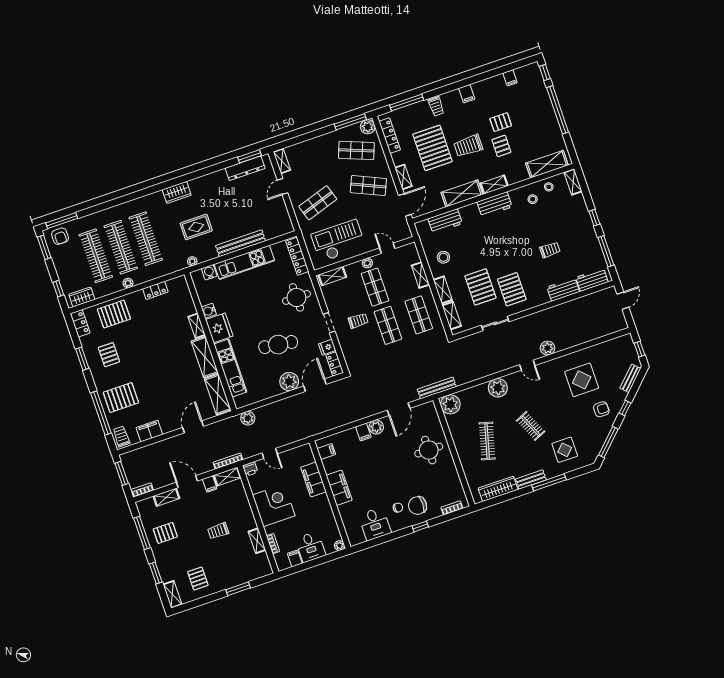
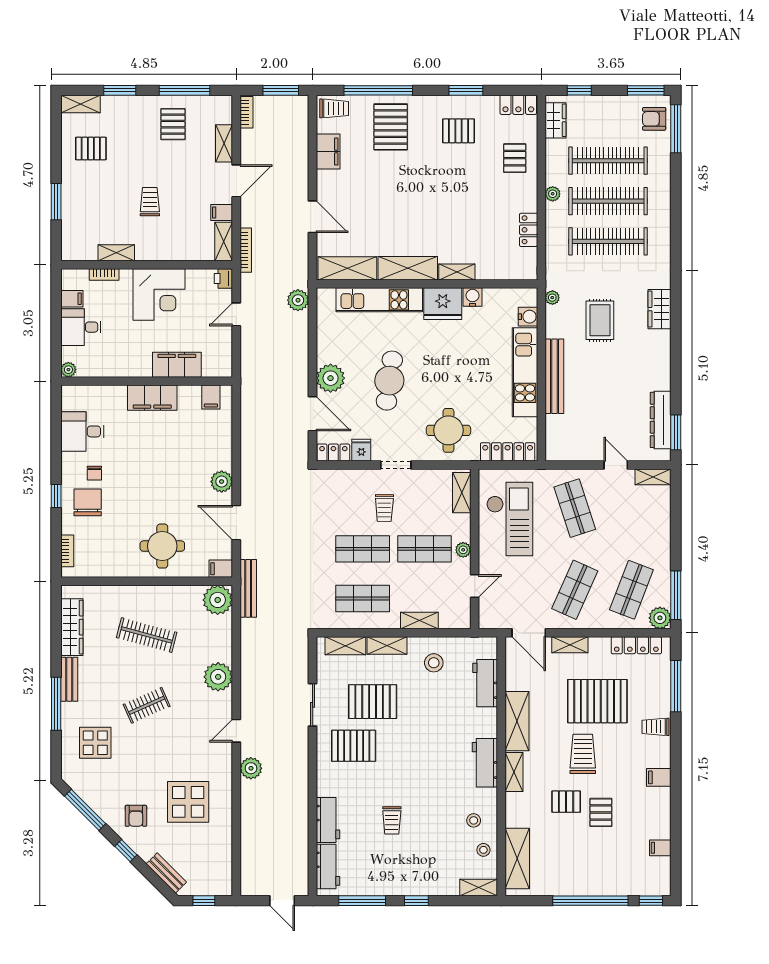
pallet: (114, 314) -> (515, 158), width x0.67, depth x0.71
filing cabinet: (363, 432) -> (221, 569), moved

